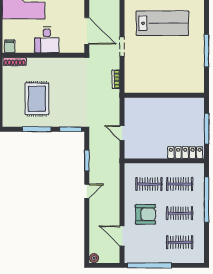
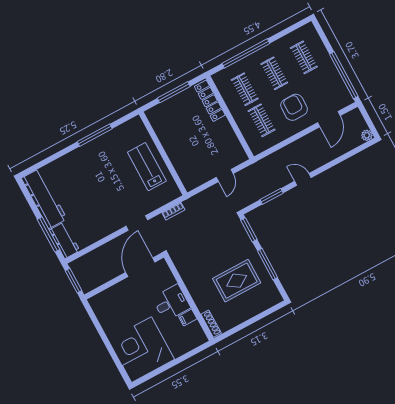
lab bench: (162, 23) -> (147, 167), moved, width x0.73, depth x0.72
filing cabinet: (10, 46) -> (188, 317), moved

